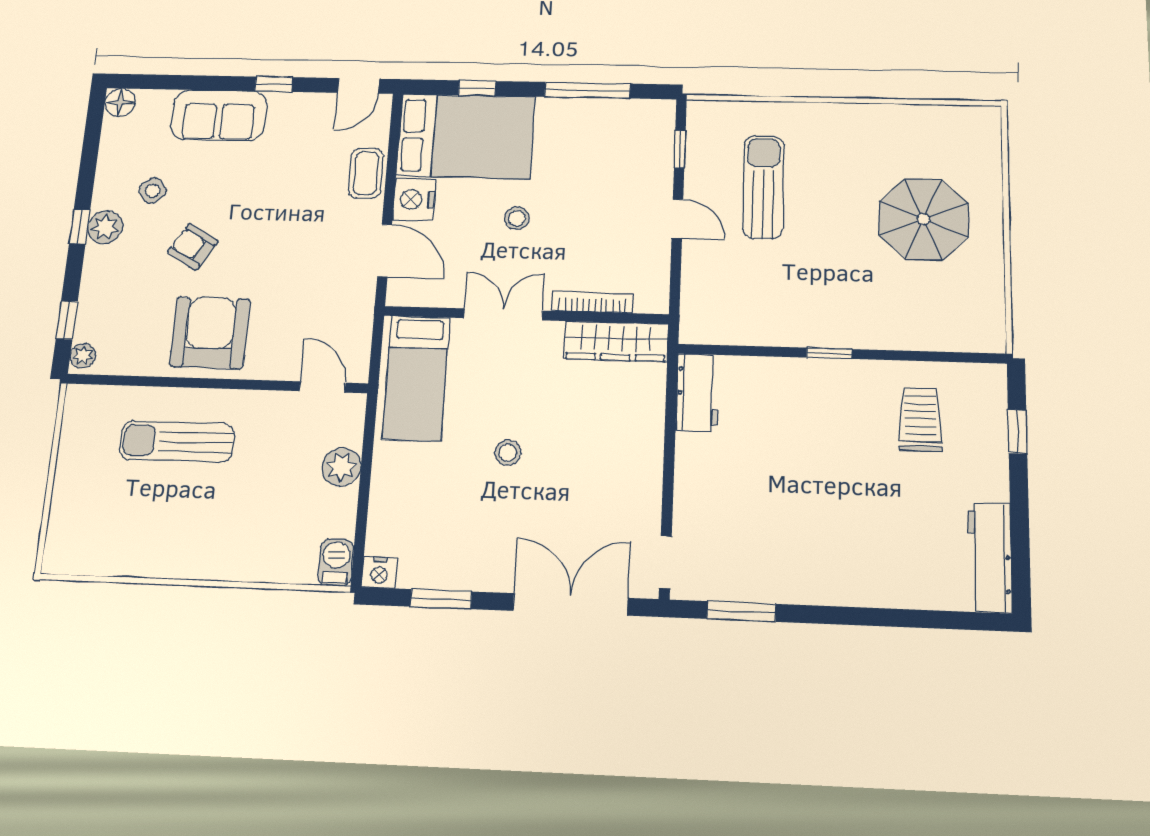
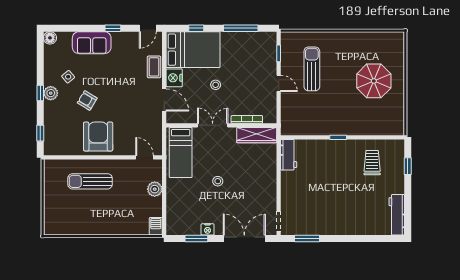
plant: (83, 356) -> (49, 148), removed
nightstand: (379, 572) -> (208, 229), moved

